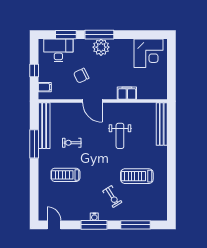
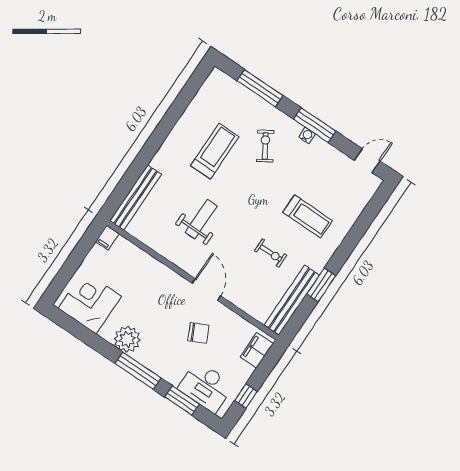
plant: (101, 47) -> (127, 339), moved
window: (34, 71) -> (246, 396), moved
filing cabinet: (45, 87) -> (257, 350), width x2.00
filing cabinet: (127, 93) -> (107, 238), moved, width x0.50
window: (34, 144) -> (321, 285), width x0.69
treadmill: (137, 176) -> (215, 151), turned -90
door: (54, 225) -> (367, 161), swing flipped

